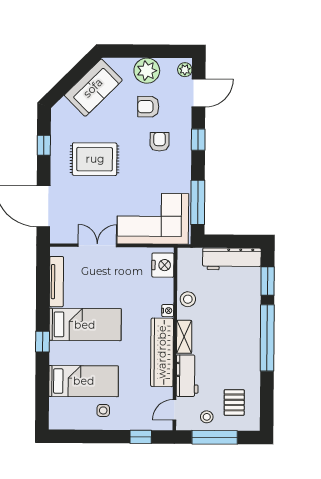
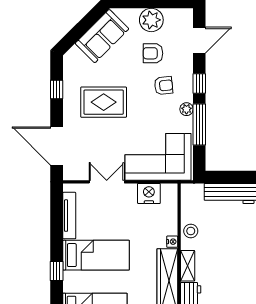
plant: (185, 70) -> (187, 109), moved
armchair: (160, 142) -> (164, 86), turned 84
window: (198, 202) -> (199, 124), moved
nightstand: (163, 265) -> (149, 193), moved, turned -90

